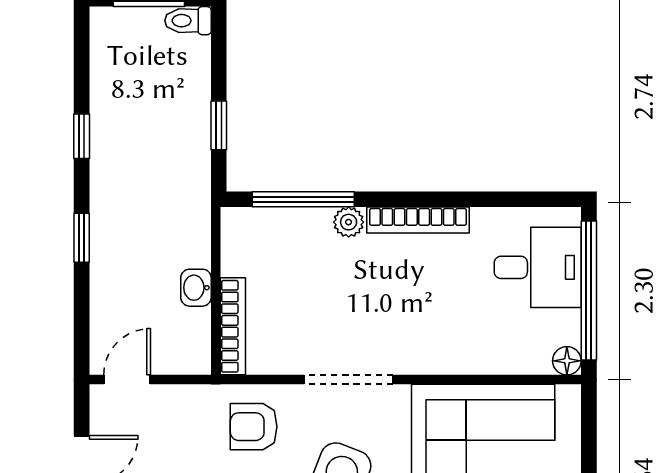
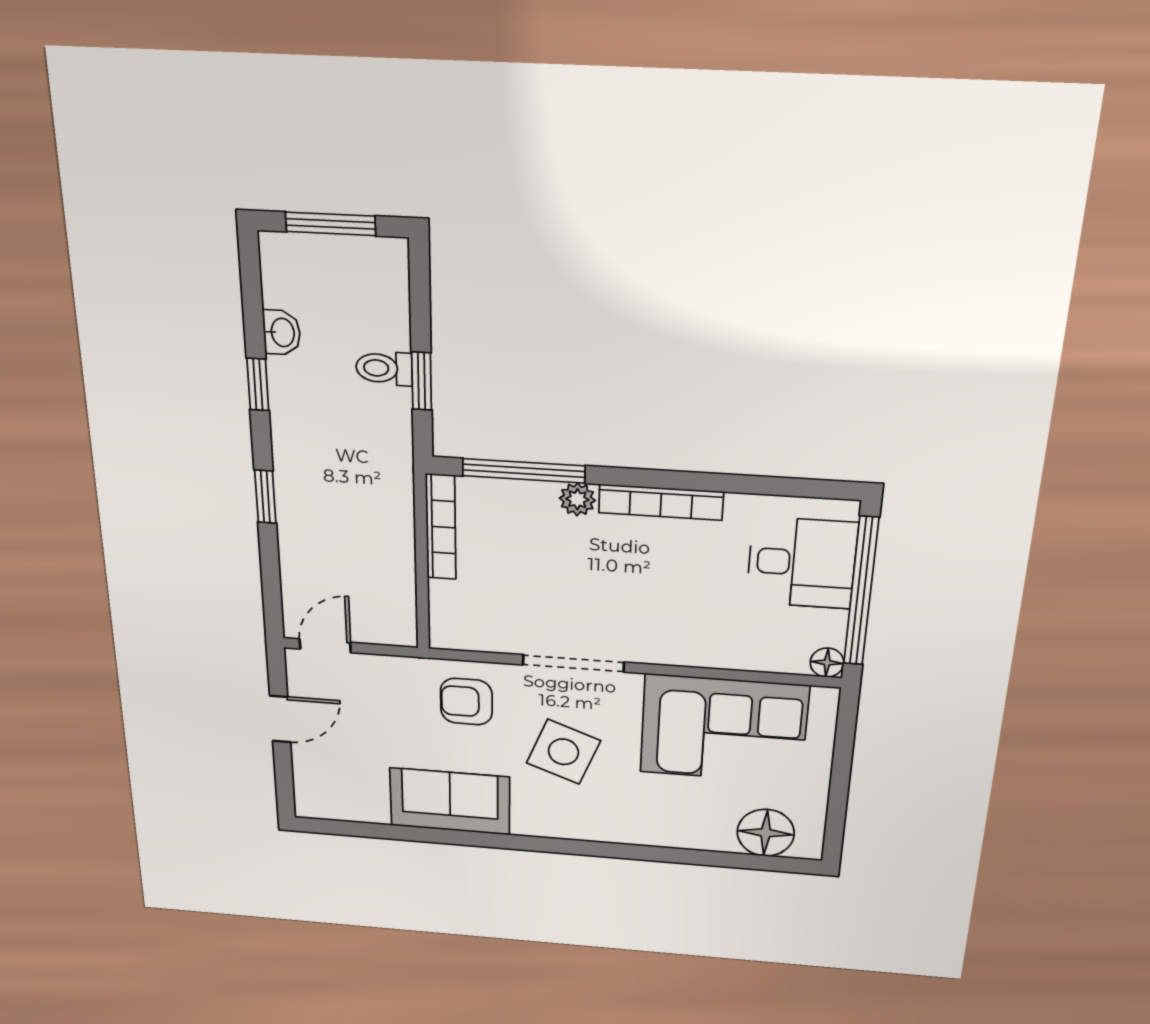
toilet: (188, 21) -> (384, 368), moved
washbasin: (196, 288) -> (282, 332), moved, turned 180
bookcase: (233, 326) -> (441, 527), moved

